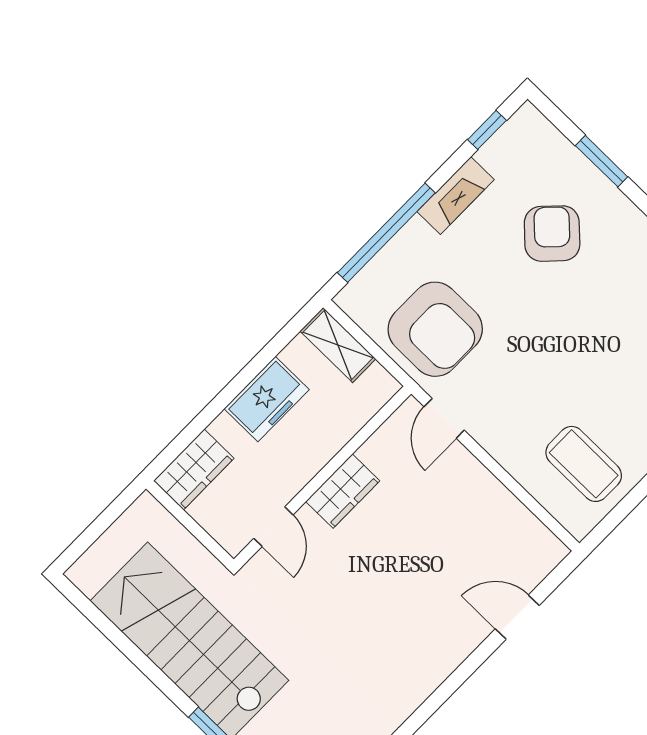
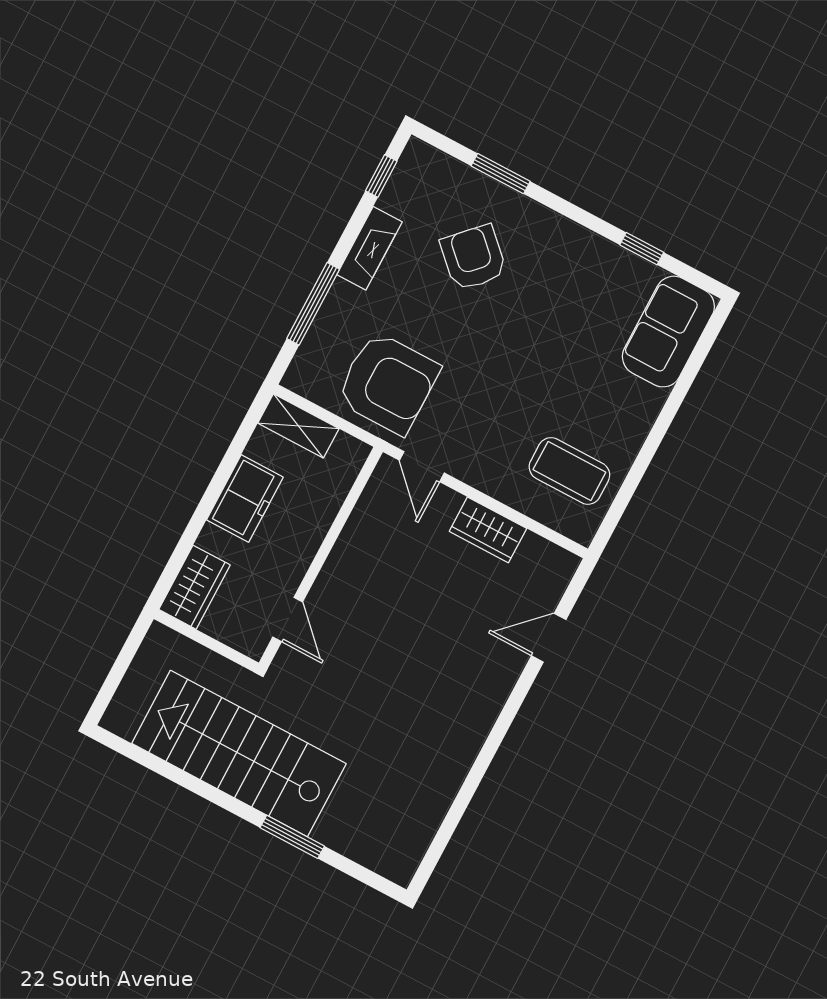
window: (386, 233) -> (313, 304), width x0.68
wardrobe: (343, 491) -> (488, 530), moved, turned 90

